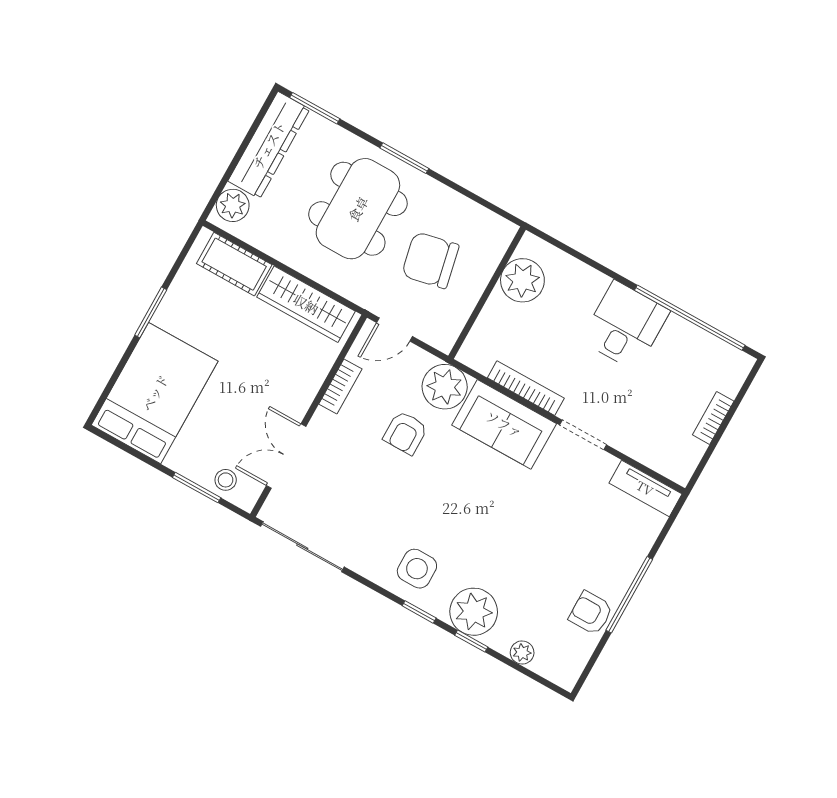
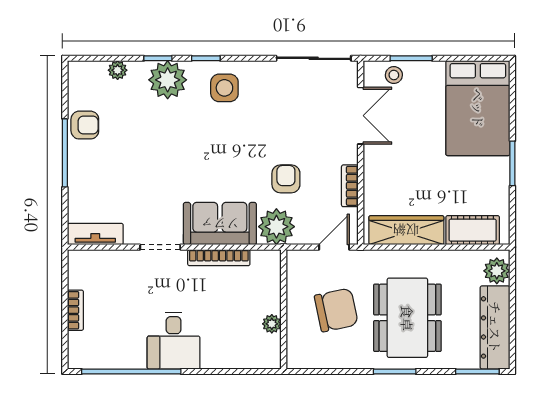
plant: (522, 280) -> (272, 324), width x0.53, depth x0.53

